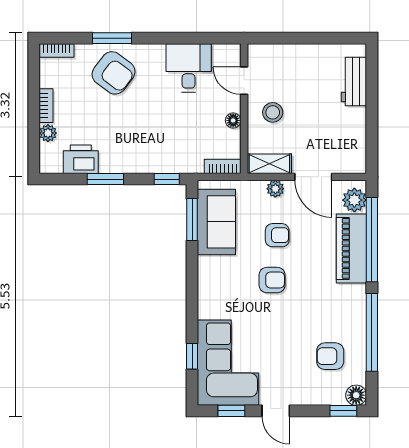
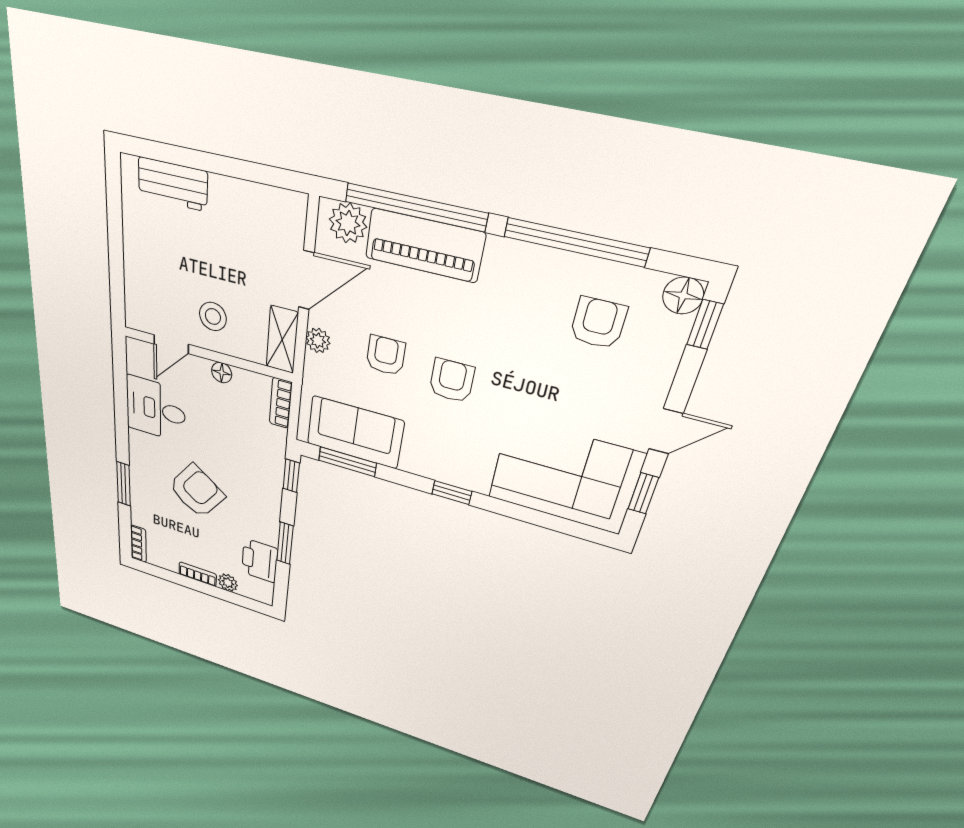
armchair: (114, 73) -> (197, 491), moved
window: (192, 356) -> (452, 493), moved
armchair: (330, 356) -> (598, 323), turned 180

